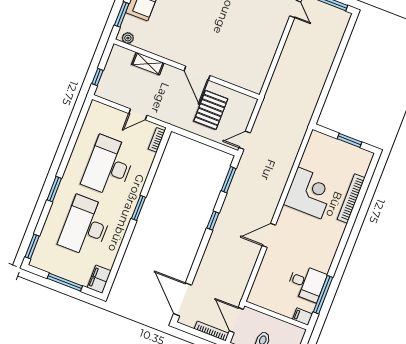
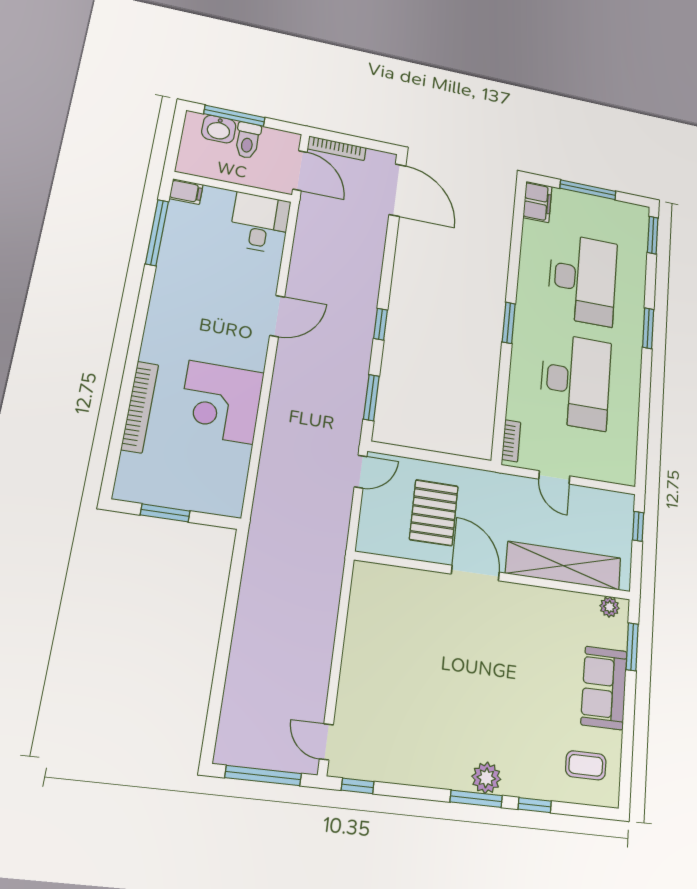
shelving: (148, 64) -> (564, 566), width x2.20, depth x1.33
door: (138, 114) -> (554, 477), swing flipped
desk: (307, 283) -> (260, 223), moved, turned 90

